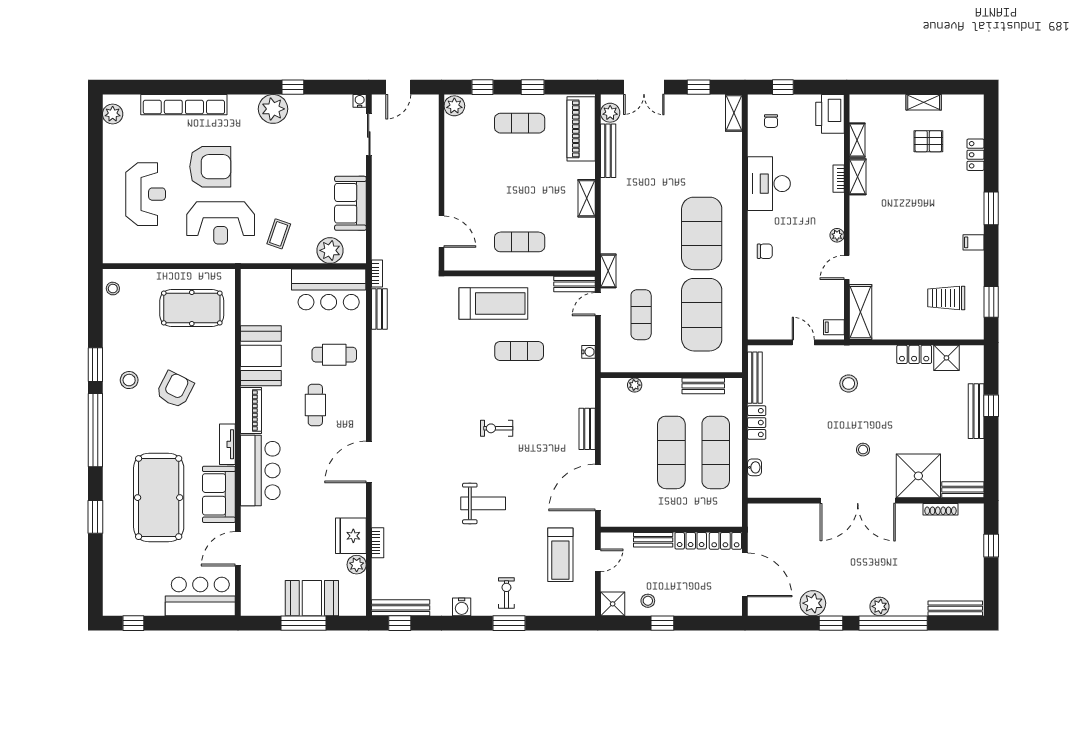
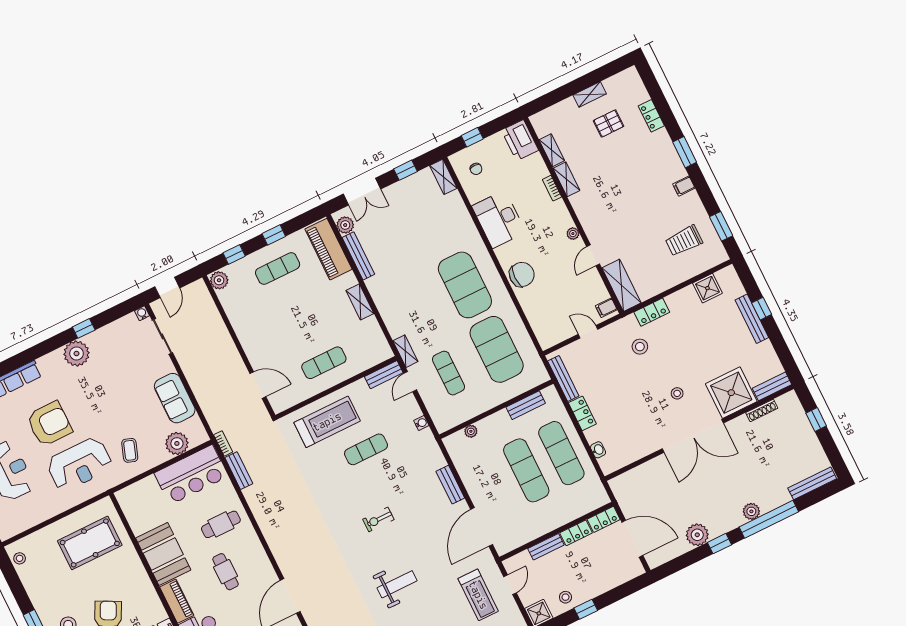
chair: (765, 251) -> (522, 274), width x1.87, depth x1.87
locker: (914, 354) -> (652, 312), moved

